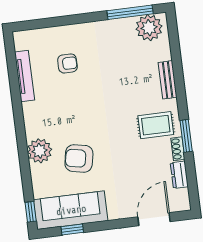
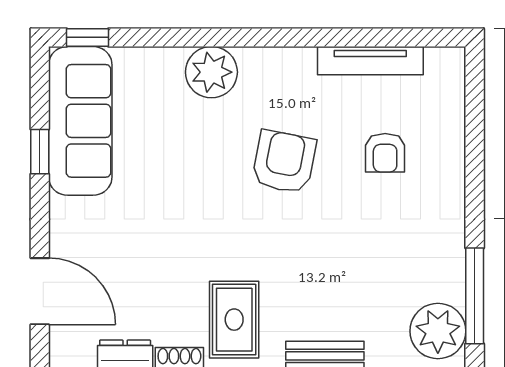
armchair: (79, 158) -> (284, 162), moved
window: (72, 230) -> (40, 152), moved

